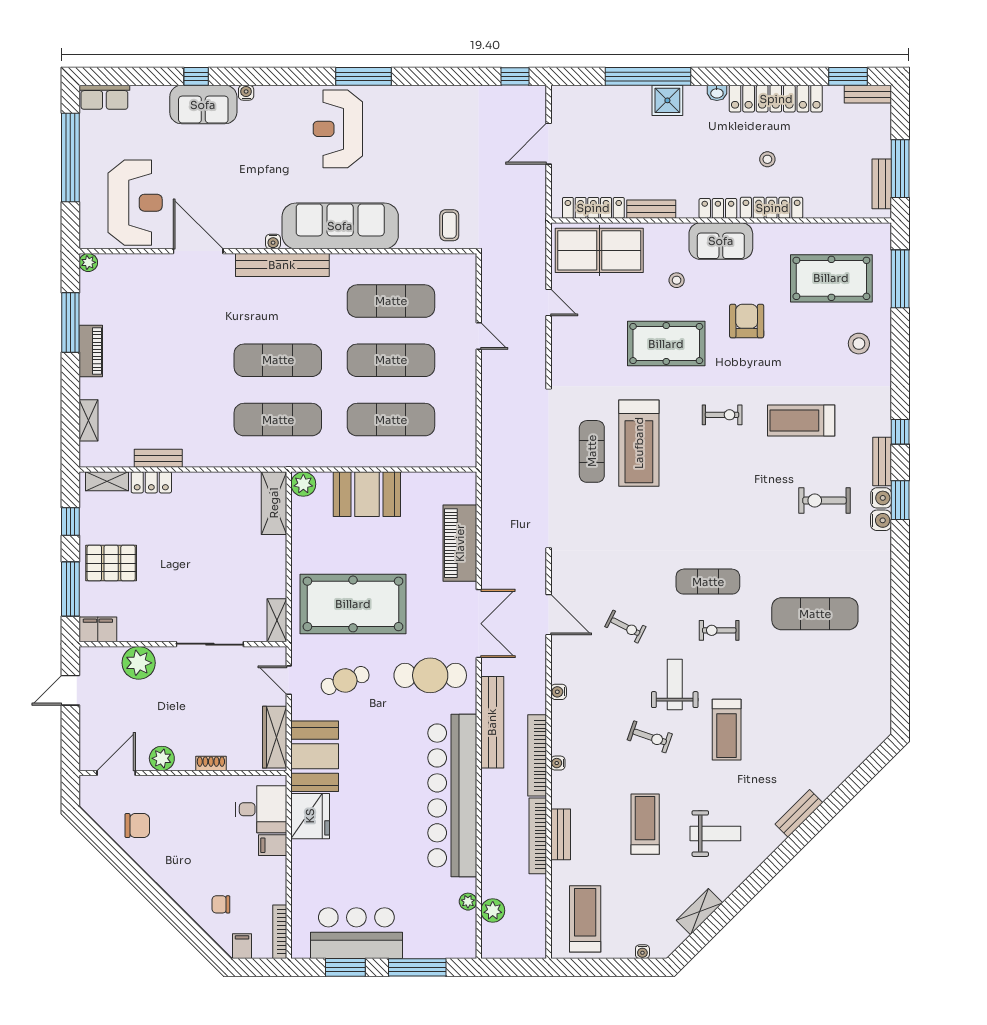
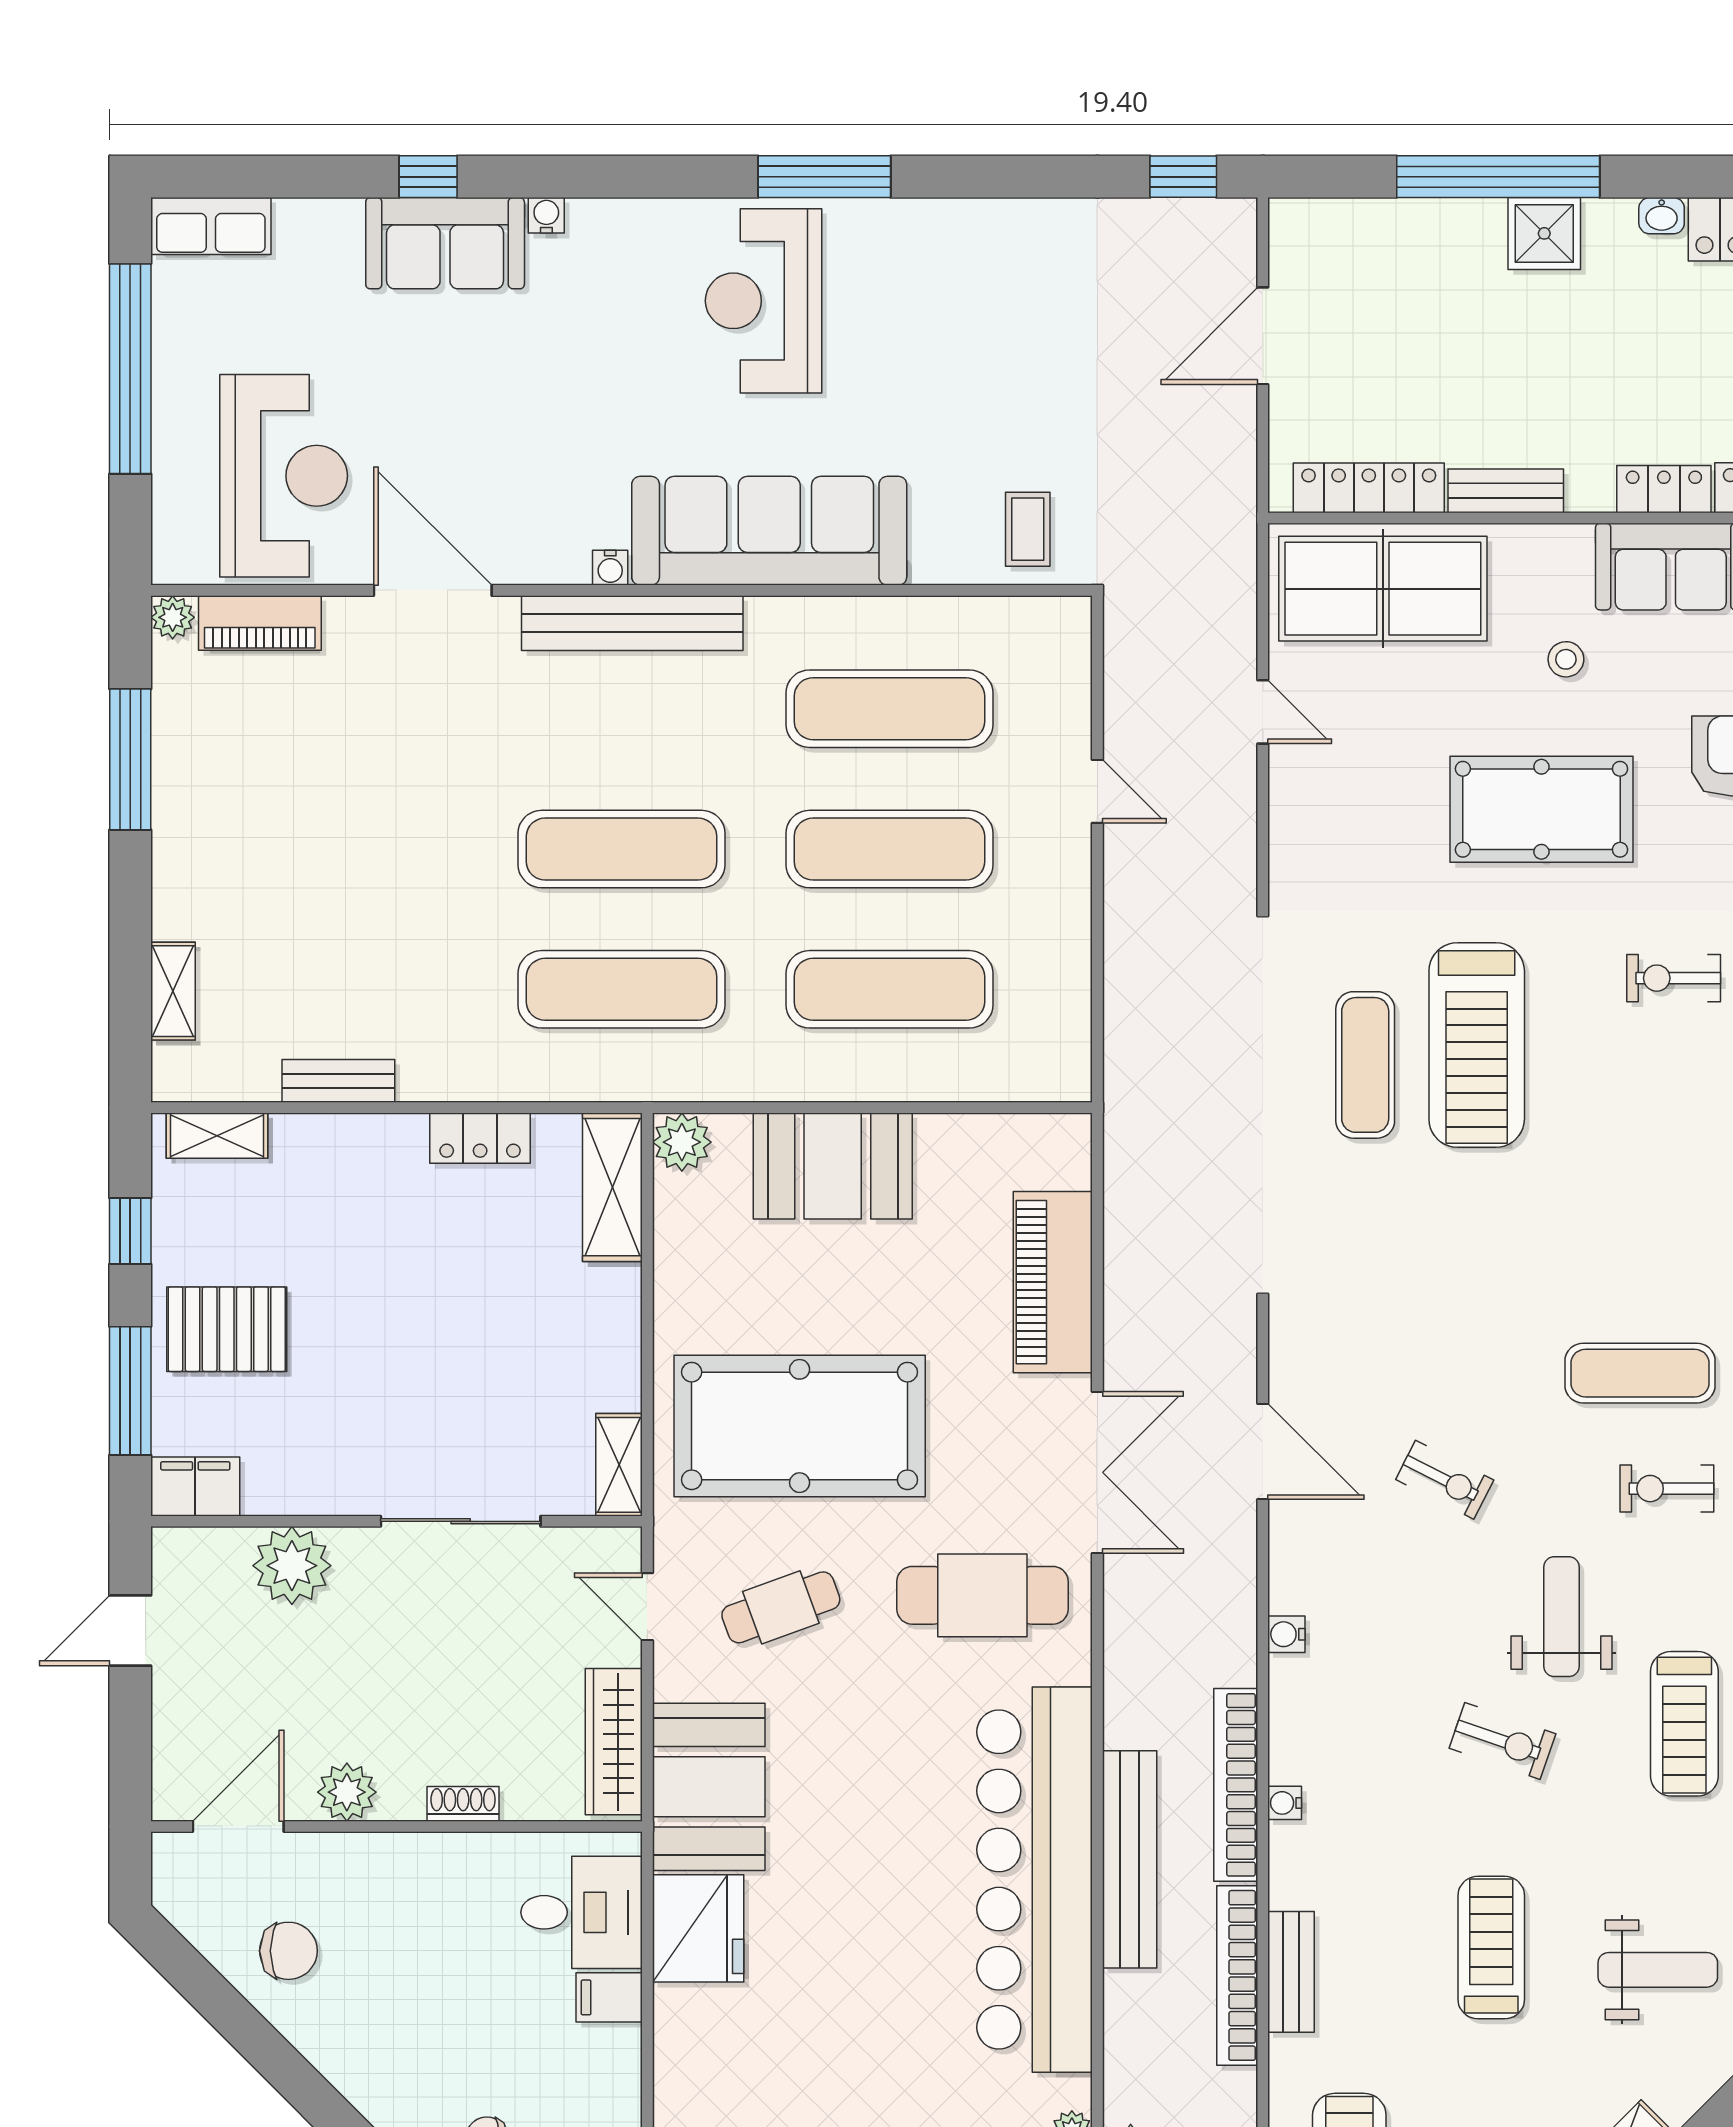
piano: (91, 351) -> (260, 623), moved, turned 90
exercise bike: (722, 415) -> (1674, 978), turned 180
locker: (151, 482) -> (480, 1138), moved
bench: (492, 722) -> (1130, 1859), moved

